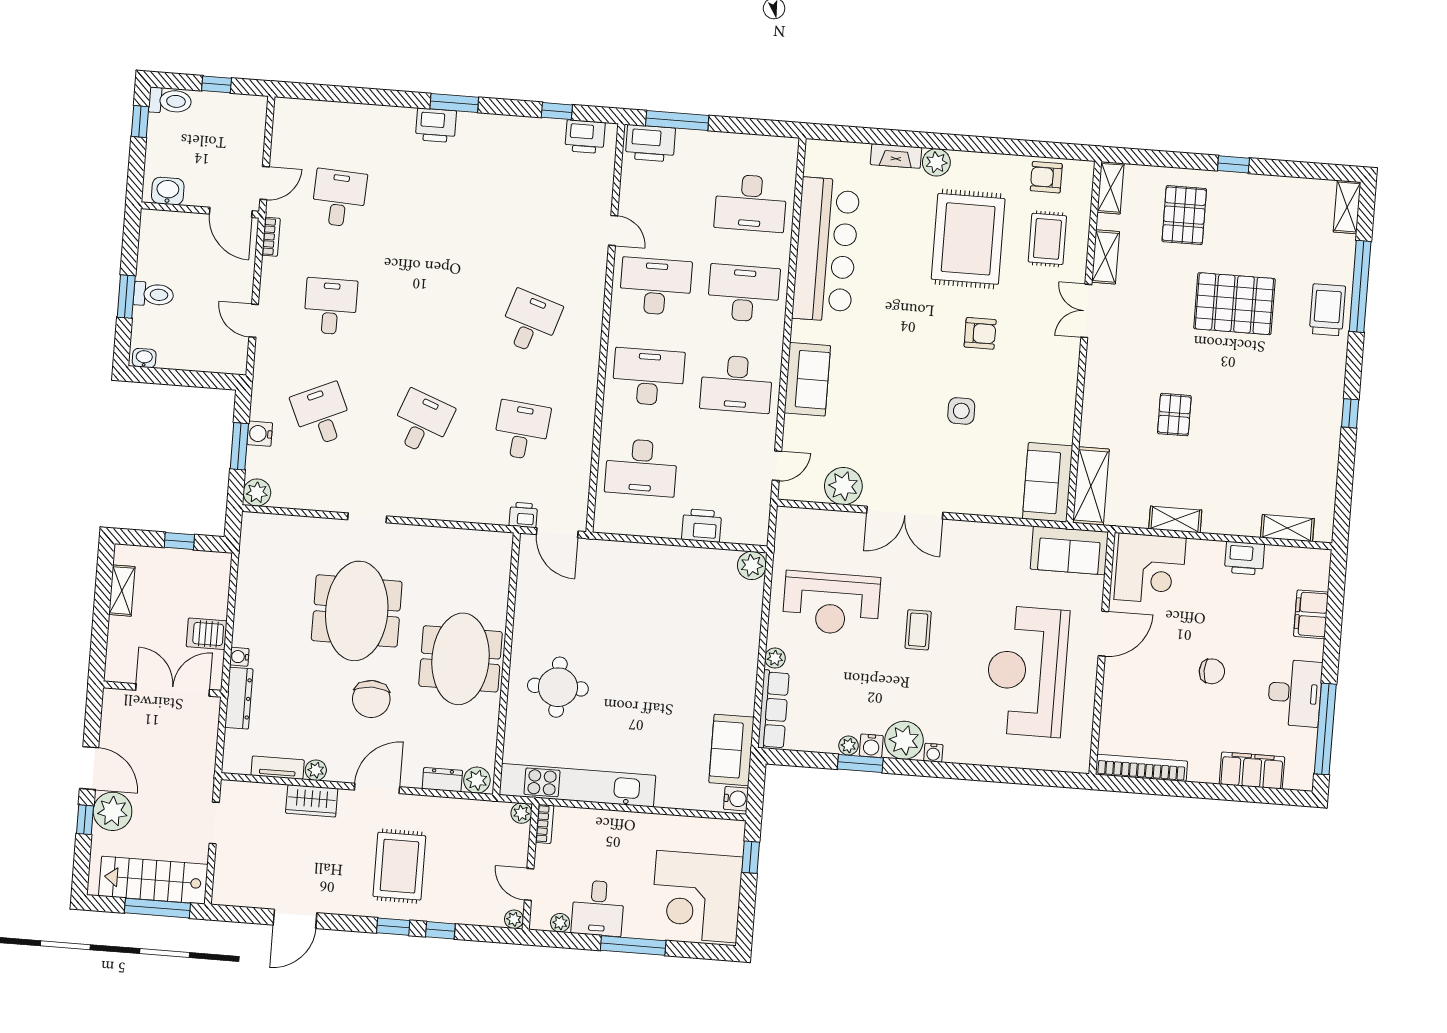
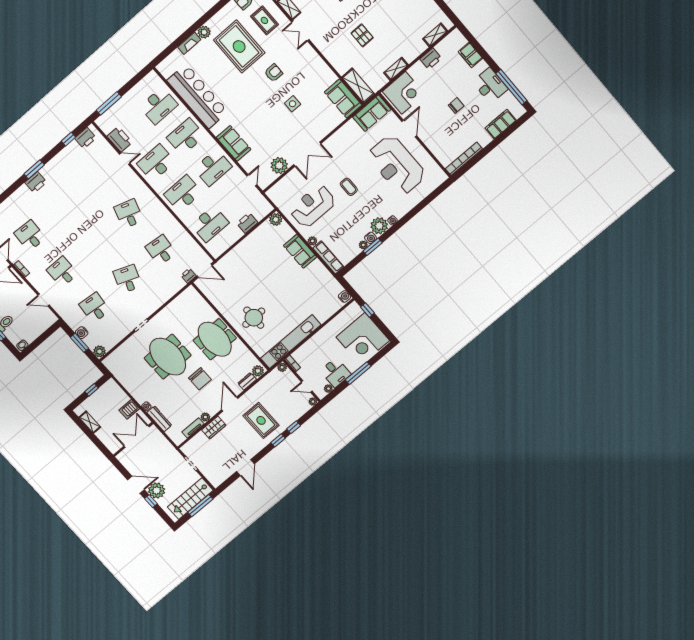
printer: (650, 143) -> (120, 139), moved, turned -90
desk: (322, 415) -> (95, 308), turned 30
reception desk: (831, 603) -> (313, 206), turned 180
sofa: (731, 750) -> (300, 251), moved

